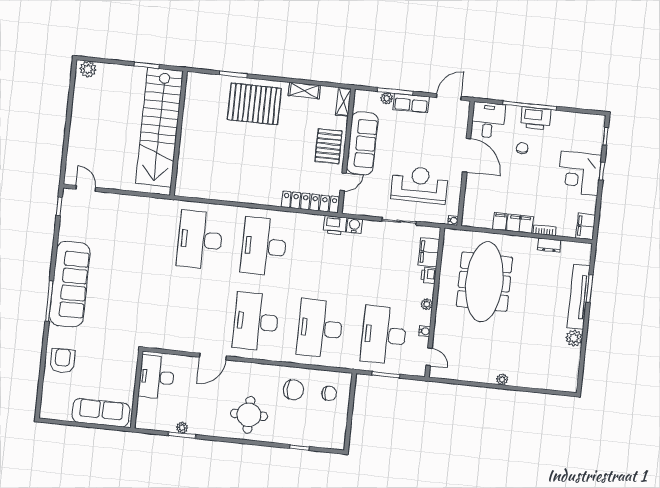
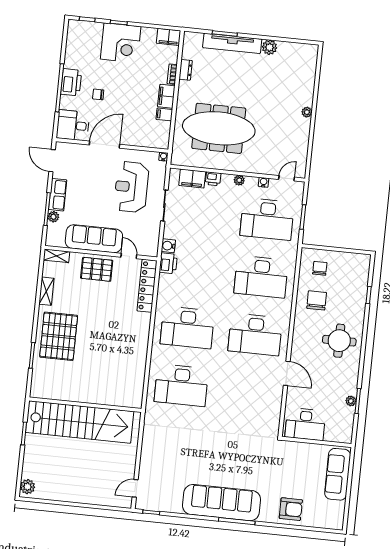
armchair: (62, 361) -> (291, 509), turned 180

